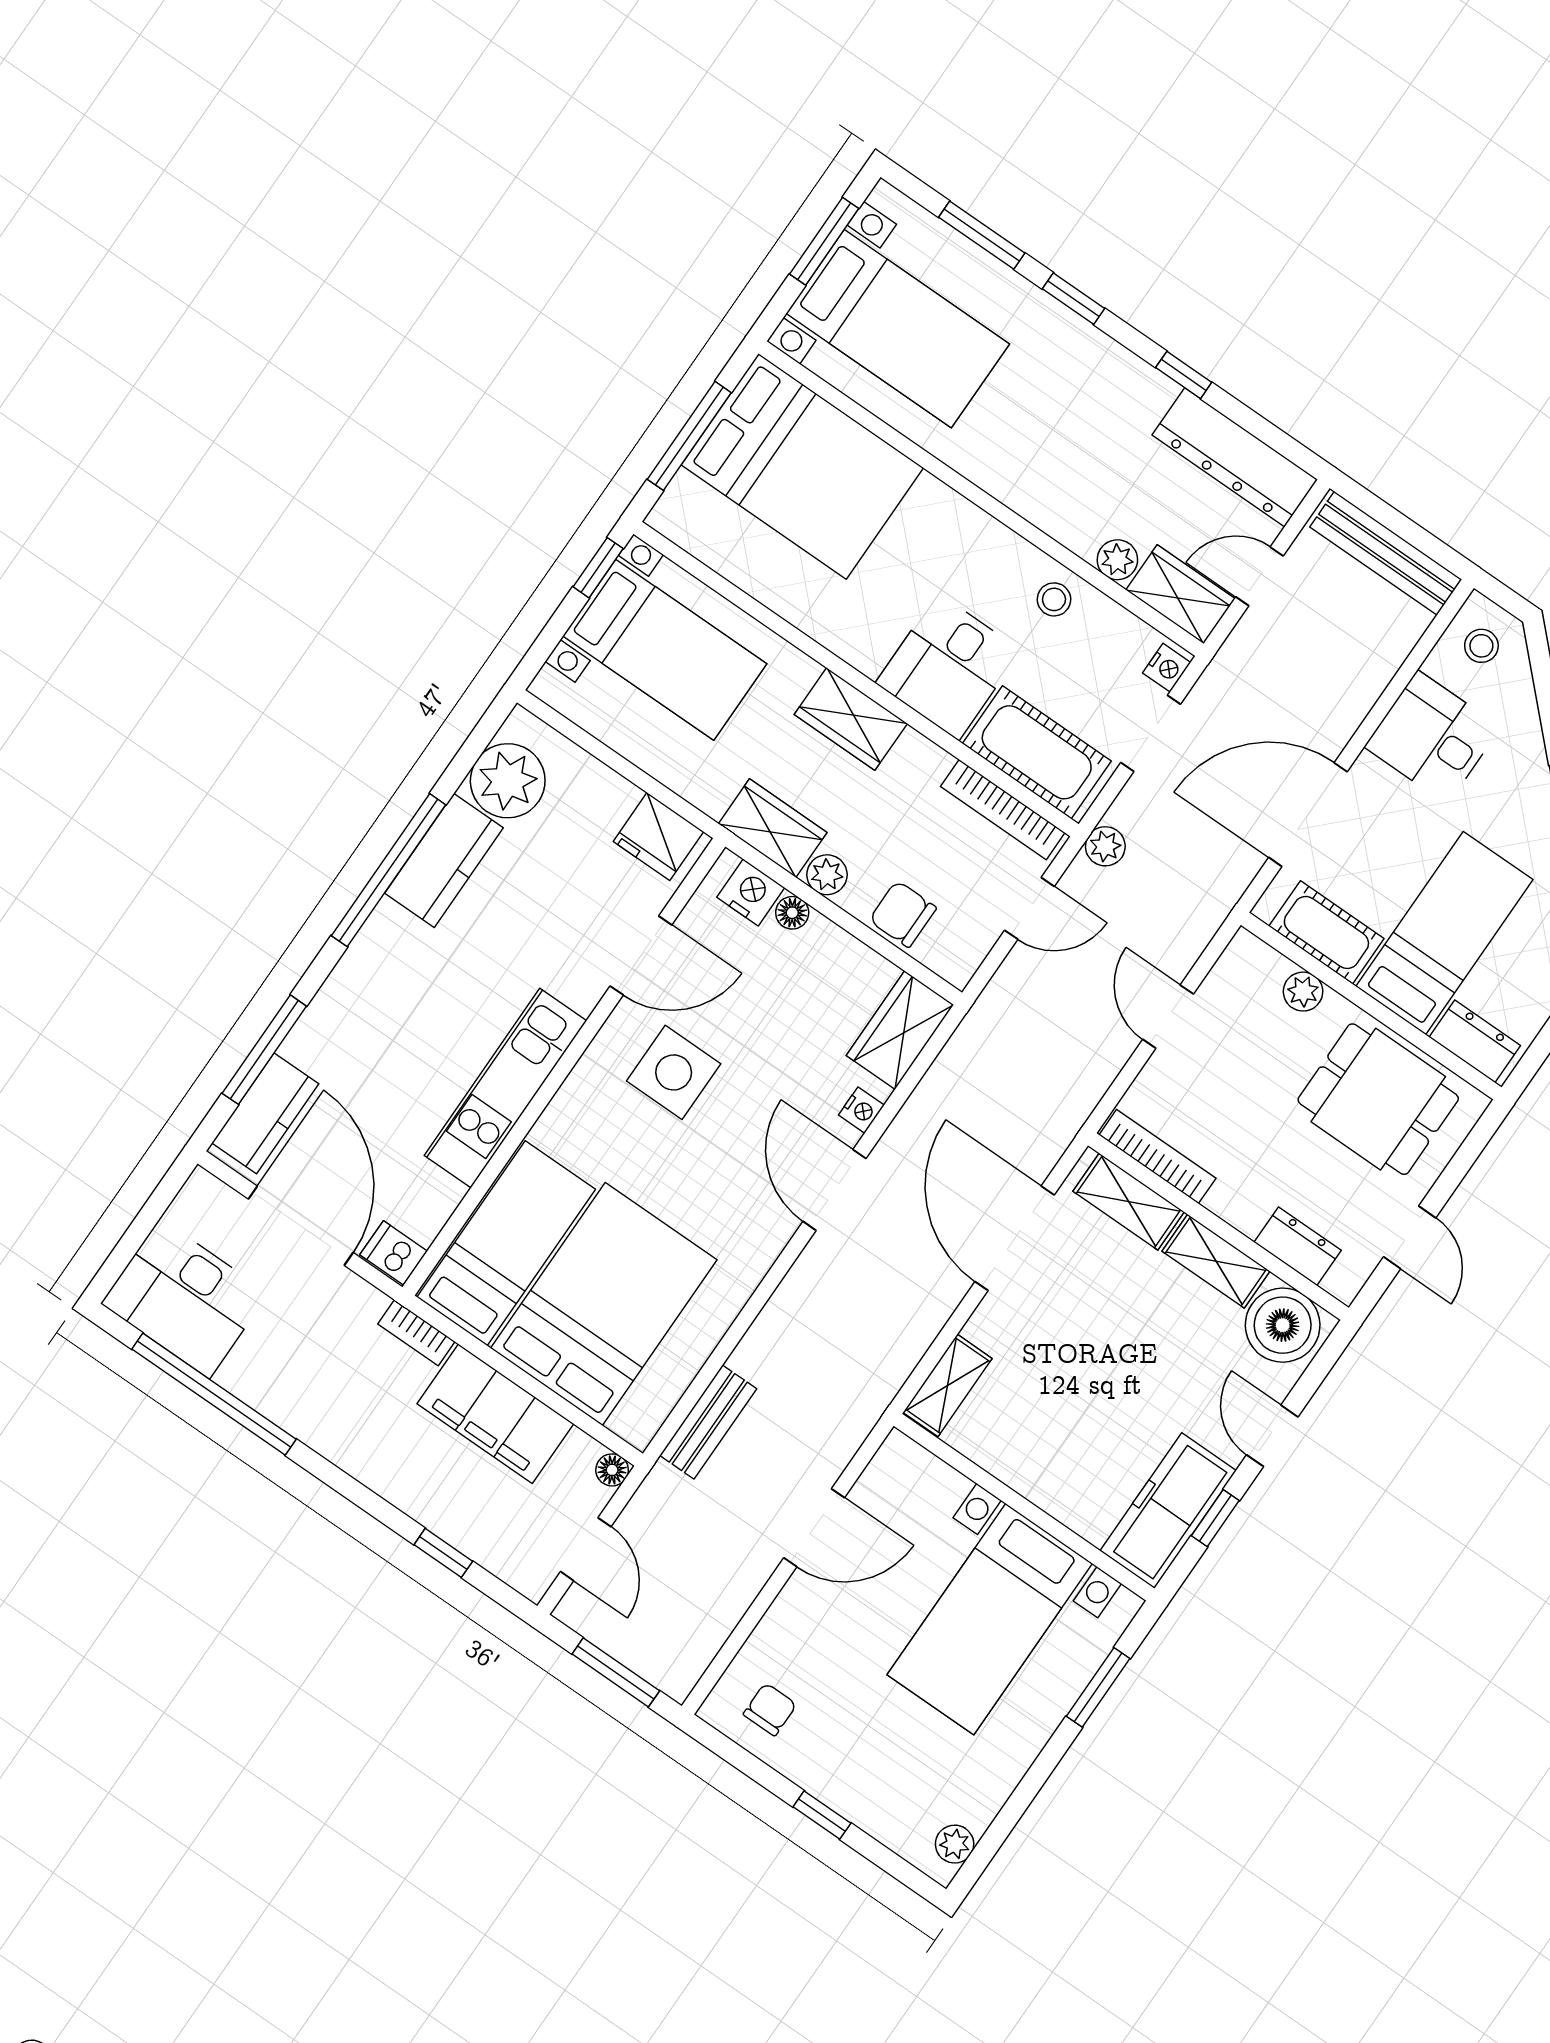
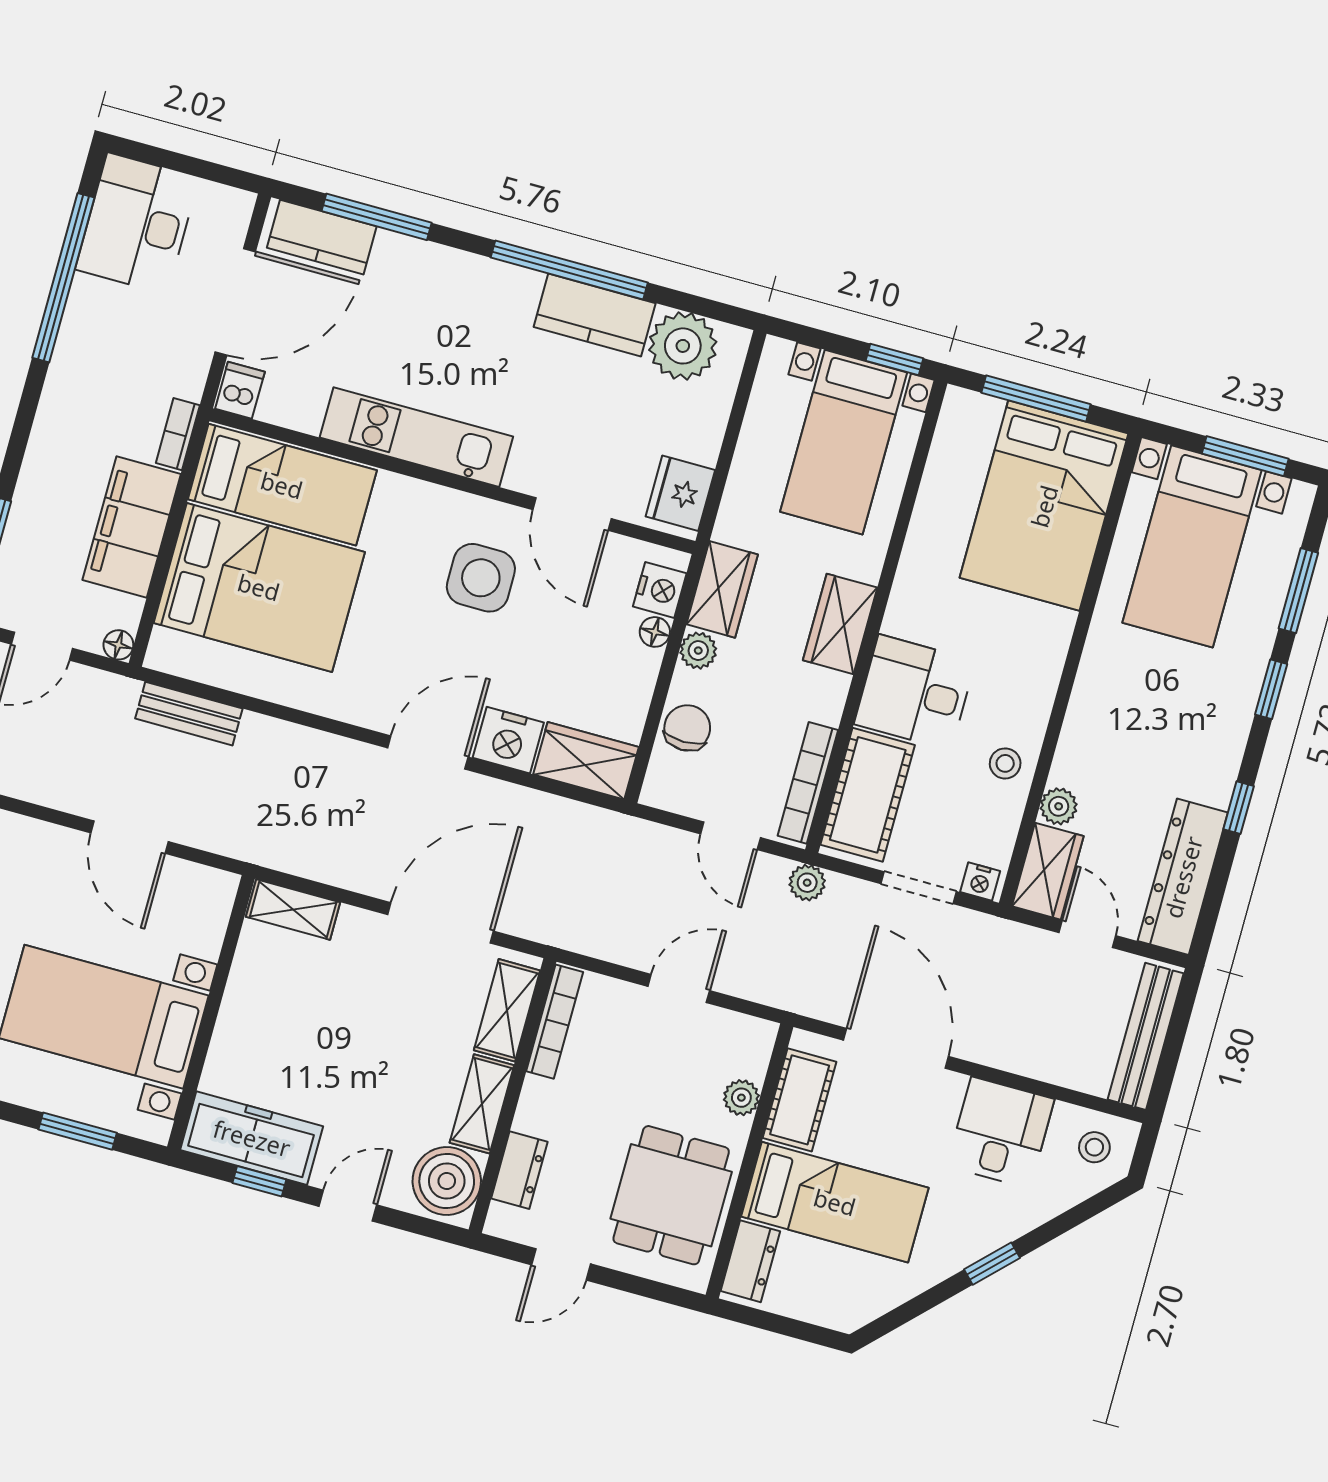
nightstand: (861, 1110) -> (508, 740), width x1.89, depth x1.79

